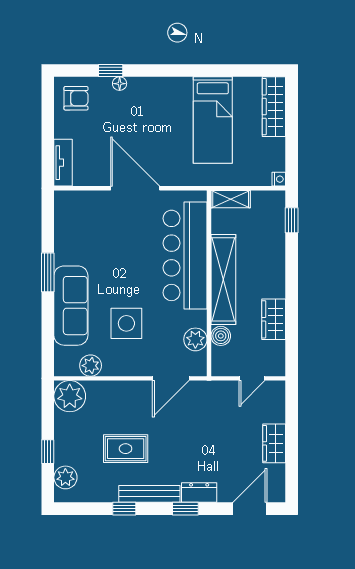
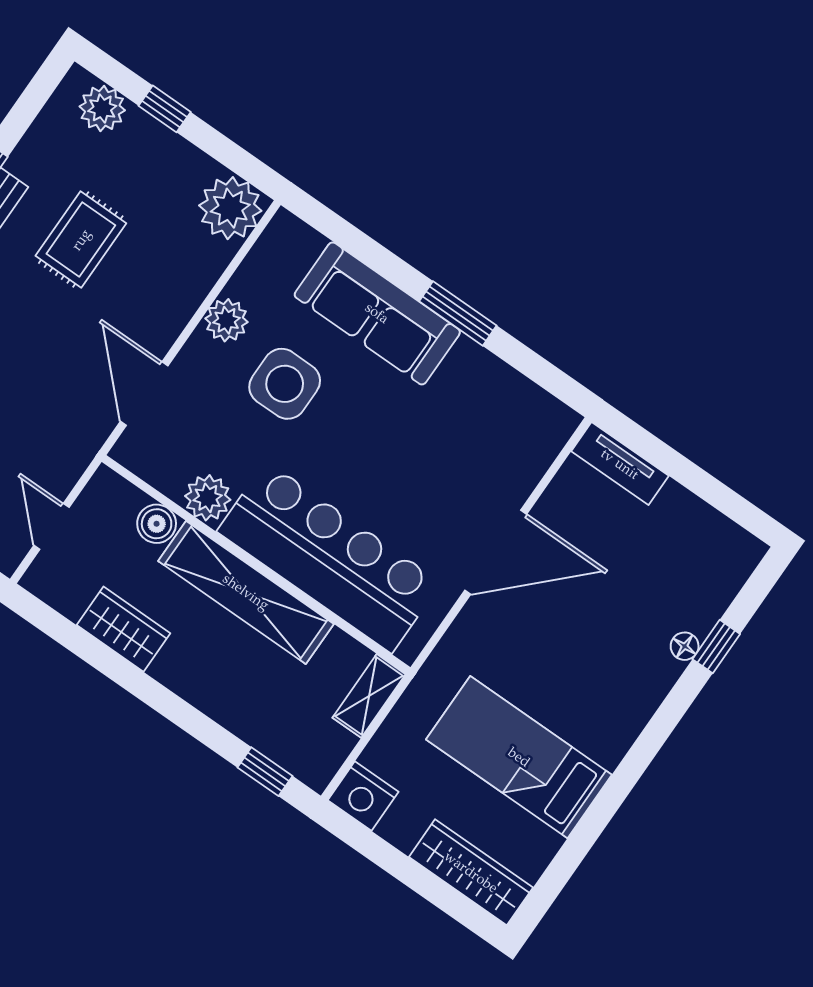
armchair: (76, 98) -> (710, 558), removed
nightstand: (279, 179) -> (363, 796), width x1.89, depth x1.79
plant: (195, 339) -> (208, 498), moved
plant: (91, 366) -> (227, 320), moved

